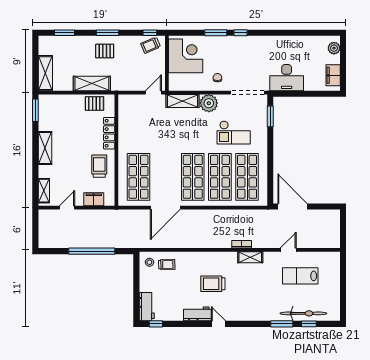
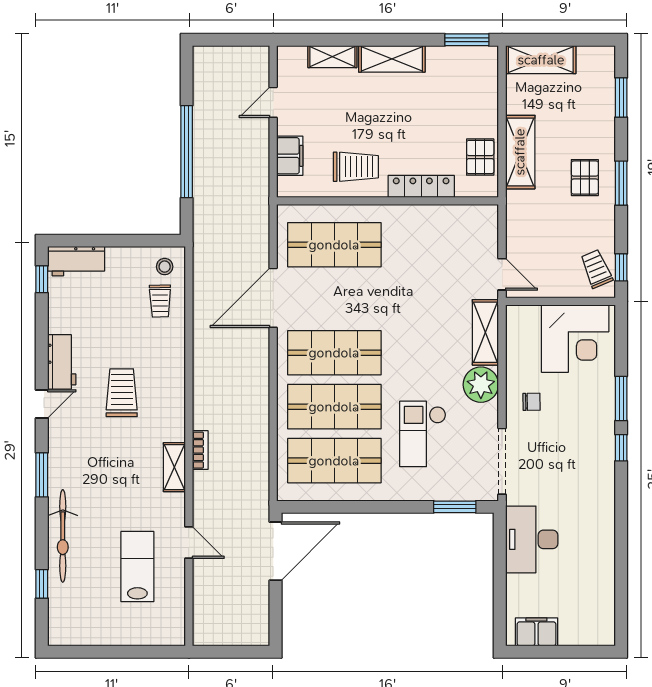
plant: (334, 48) -> (590, 634), removed
shelving: (44, 191) -> (332, 57), moved
door: (67, 208) -> (273, 102), swing flipped
door: (165, 208) -> (273, 298), hinge flipped
bicycle: (303, 313) -> (63, 536), moved
window: (282, 324) -> (42, 475), moved

